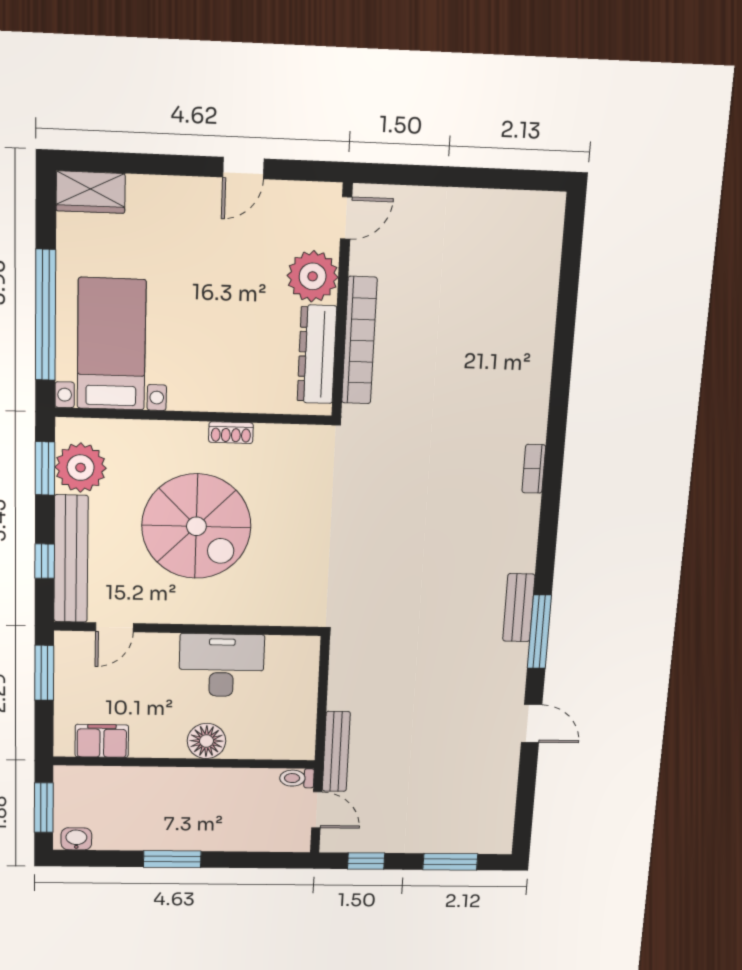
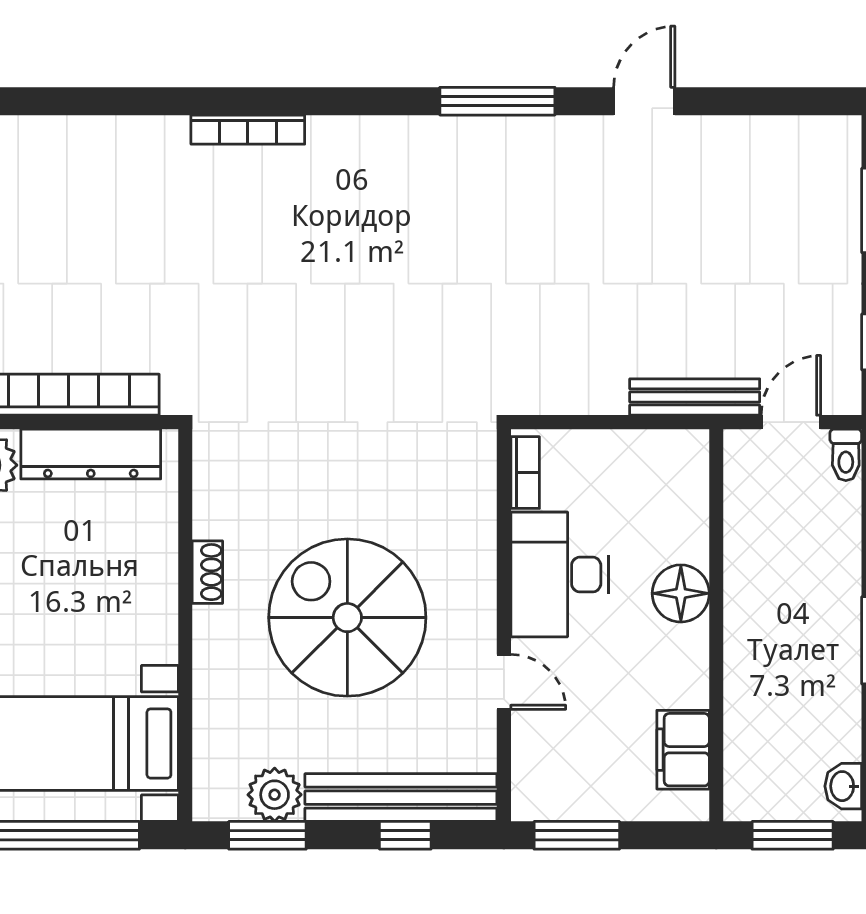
plant: (81, 468) -> (275, 795), width x0.73, depth x0.73
bookcase: (534, 469) -> (248, 130), width x1.56
spiral stairs: (196, 526) -> (347, 618), turned -90
bench: (519, 608) -> (460, 135), removed
door: (114, 627) -> (504, 682), moved
bookcase: (291, 644) -> (525, 473), added
toilet: (297, 778) -> (846, 455), moved

